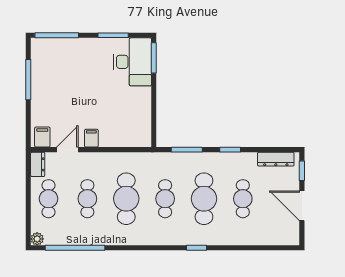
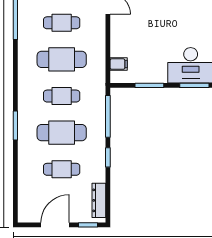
window: (154, 106) -> (149, 85), added
filing cabinet: (91, 138) -> (119, 64), moved
window: (187, 150) -> (108, 116), width x1.44
window: (196, 248) -> (15, 126), width x1.50

